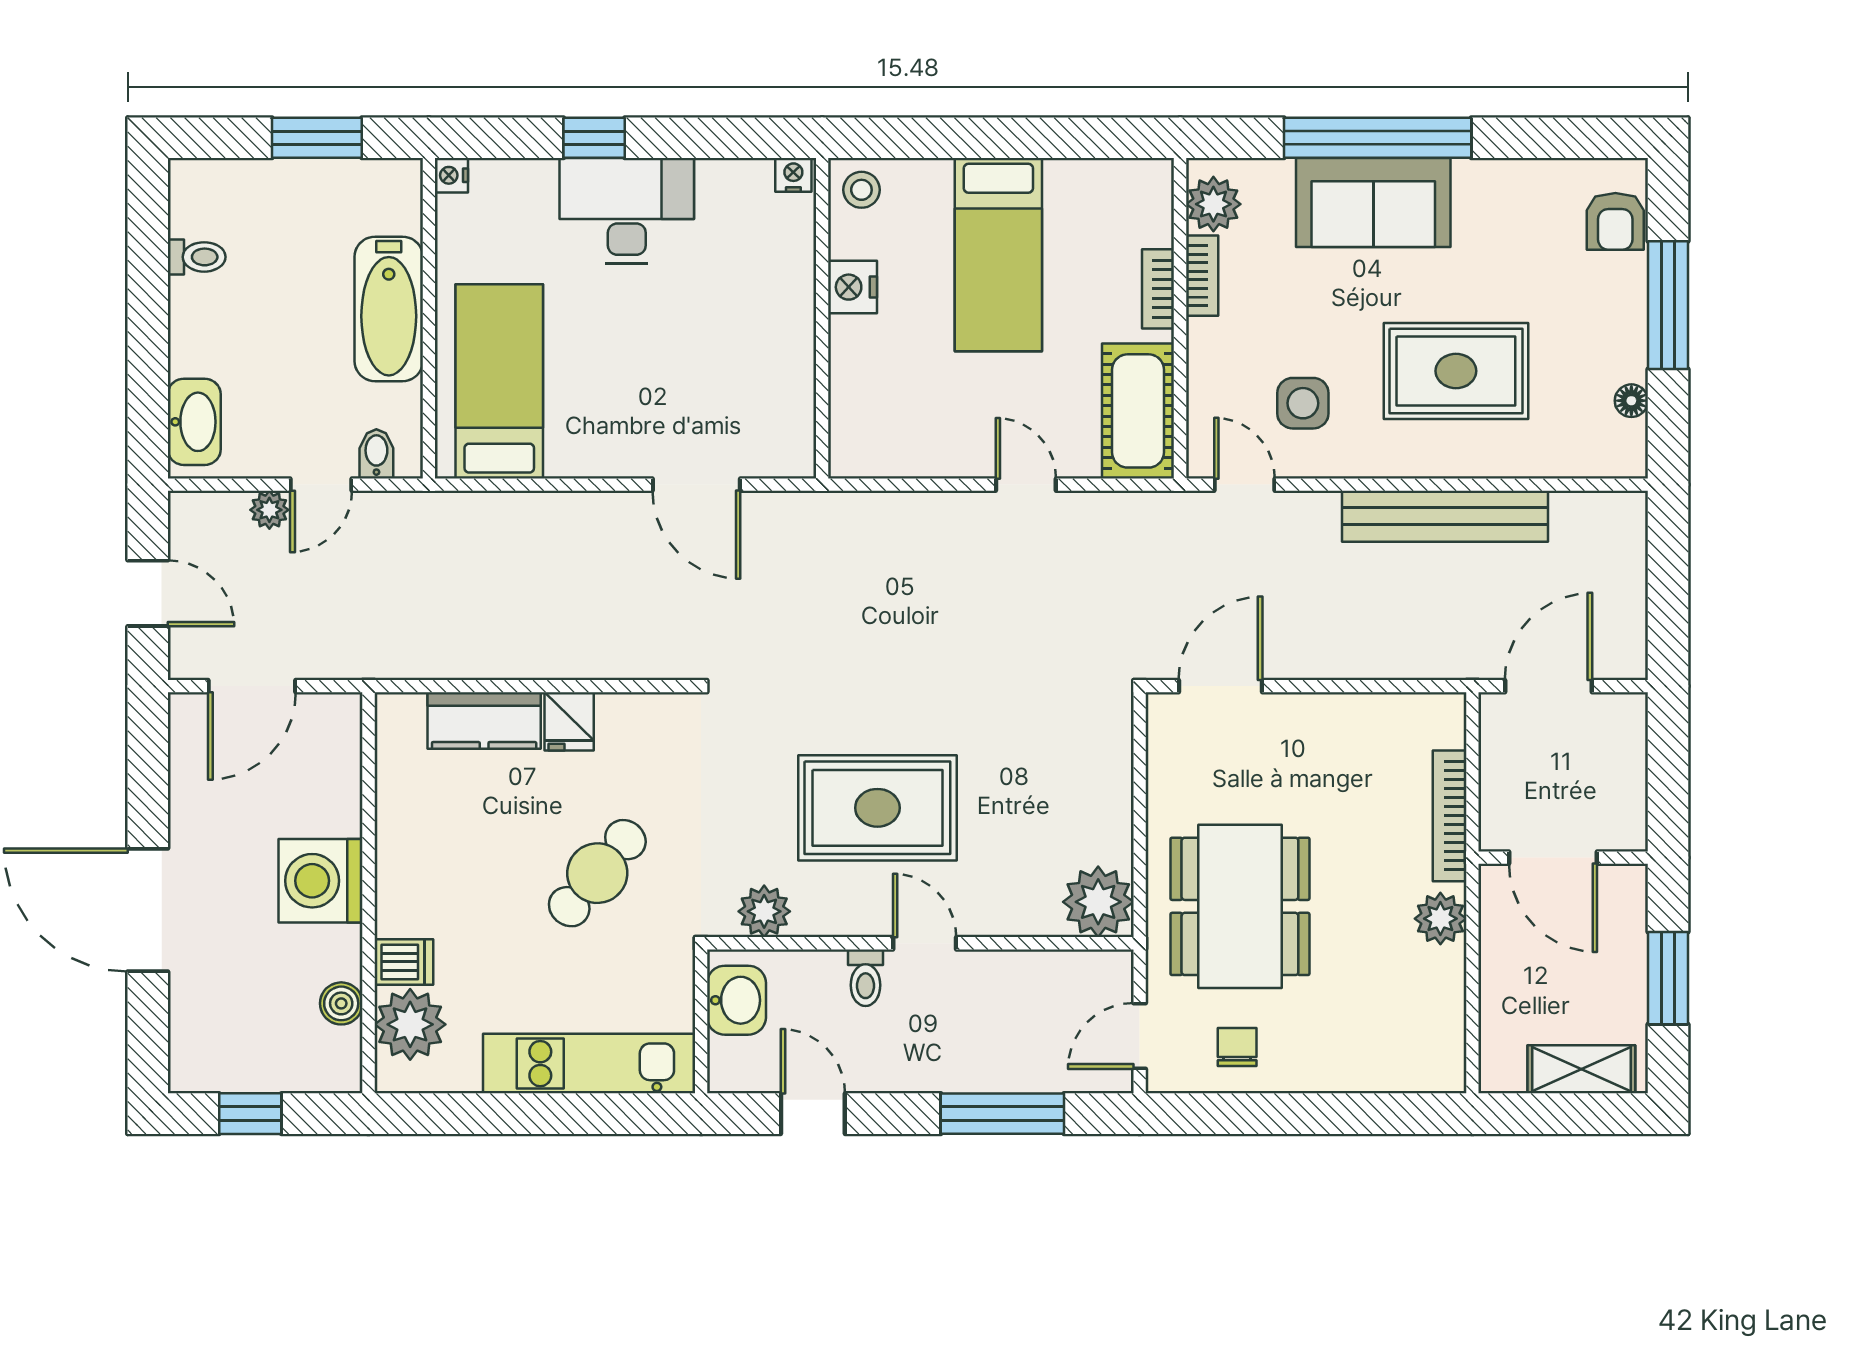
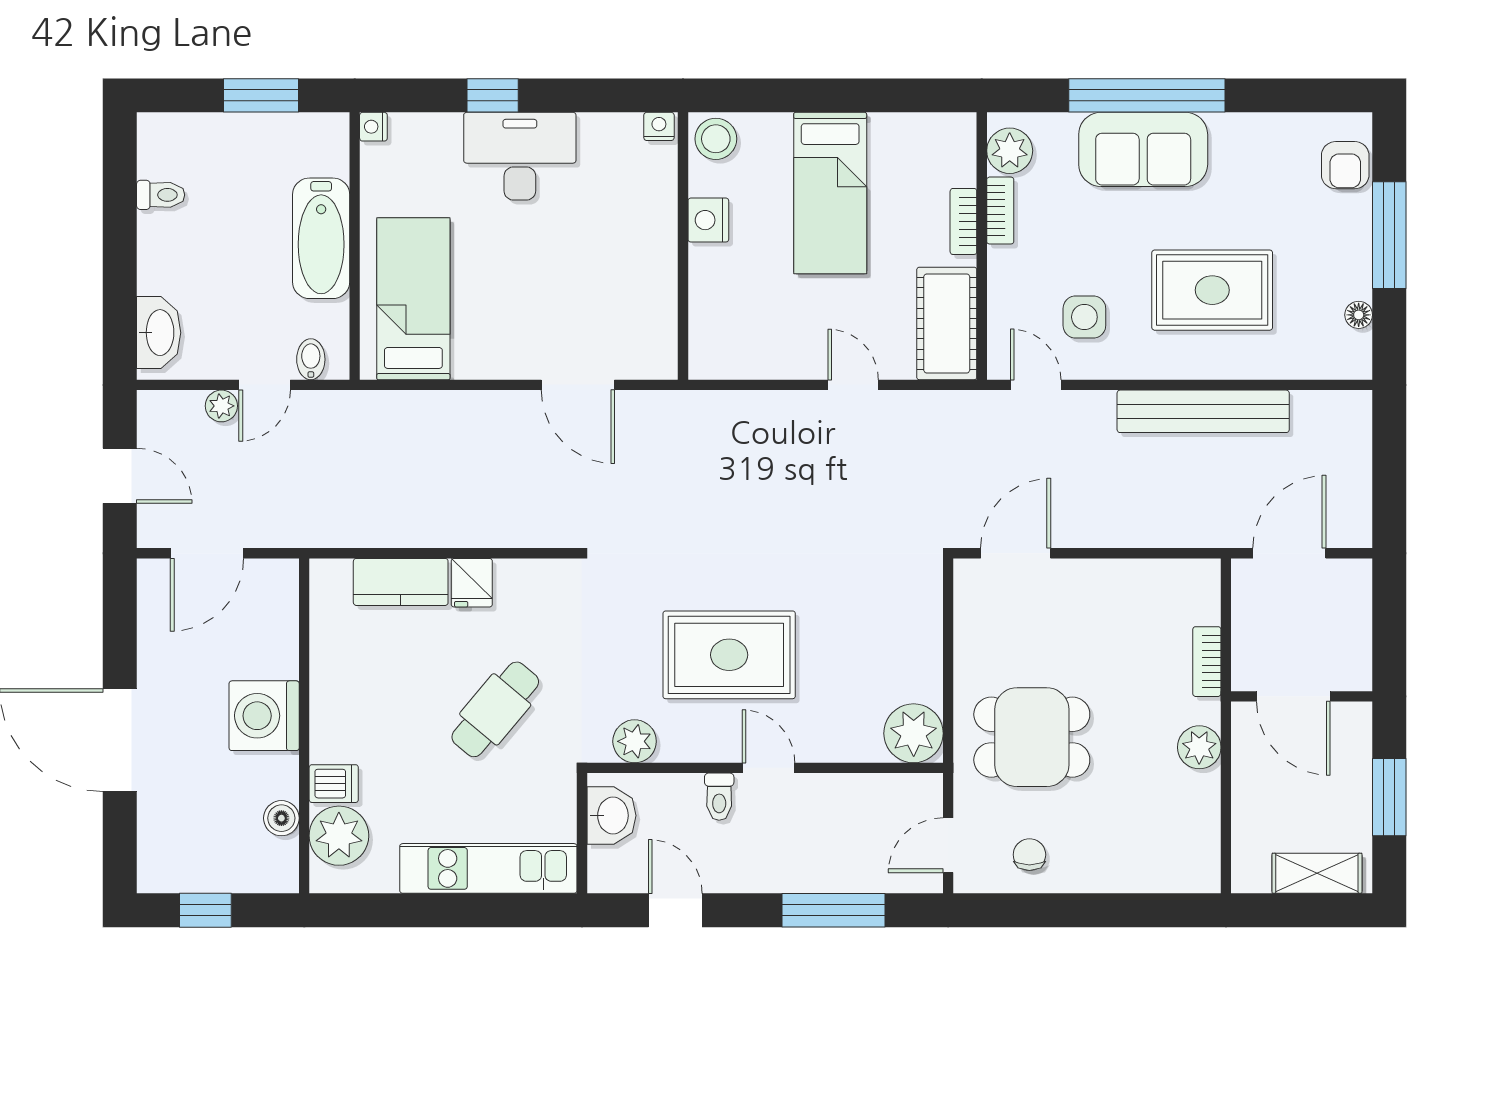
stool: (861, 190) -> (716, 139), width x1.37, depth x1.37
bookcase: (1450, 816) -> (1207, 662), width x0.64
dining table: (1240, 906) -> (1032, 737), width x0.73

